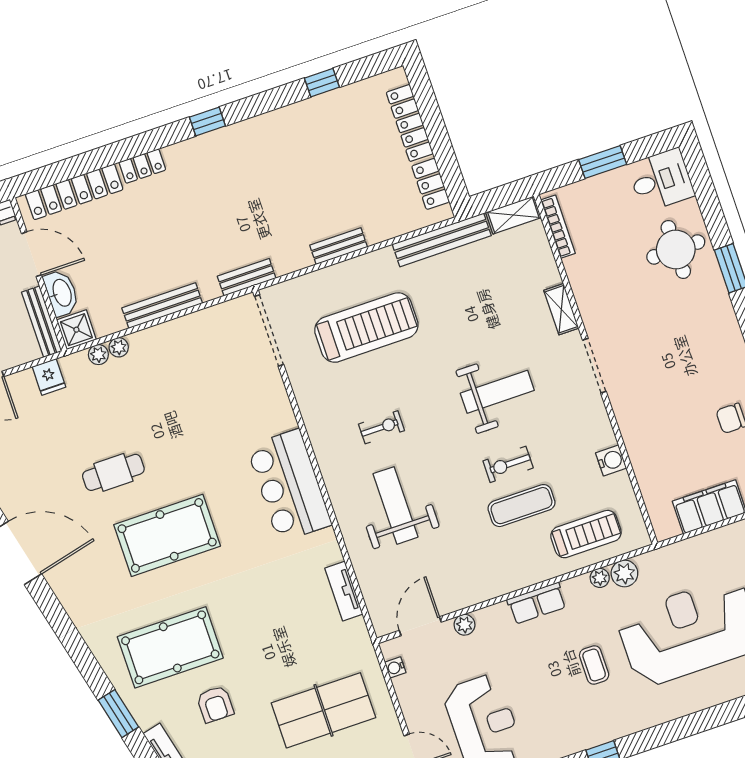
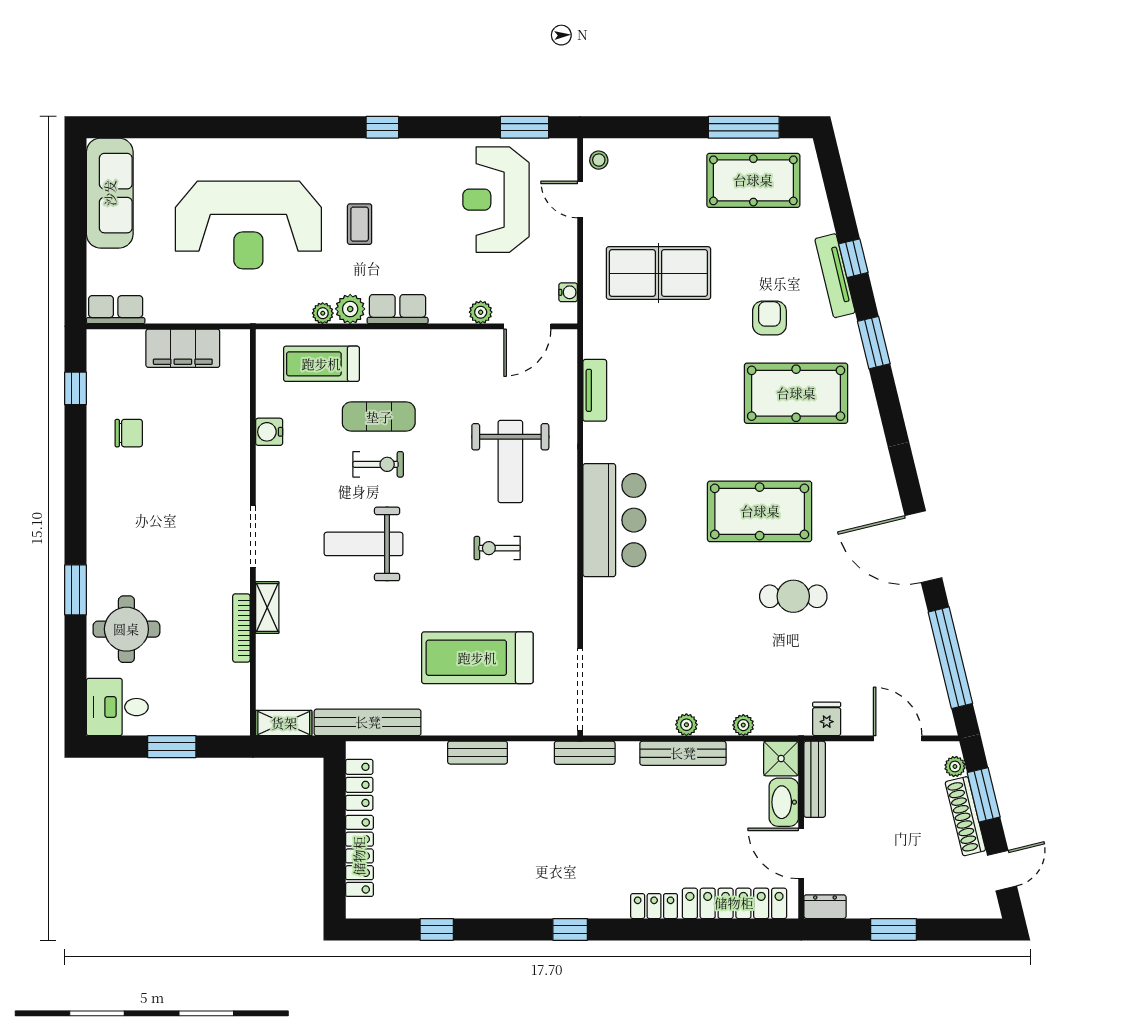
bookcase: (558, 227) -> (241, 628), moved
plant: (98, 355) -> (686, 725), moved
plant: (624, 573) -> (350, 309), moved

